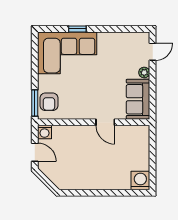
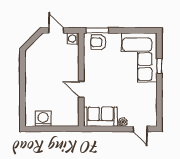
door: (105, 122) -> (81, 89), hinge flipped
door: (35, 152) -> (56, 30), swing flipped
washing machine: (140, 180) -> (43, 119), moved, turned -90

